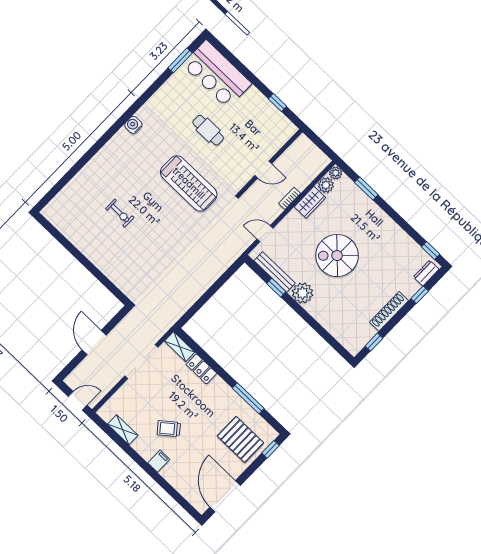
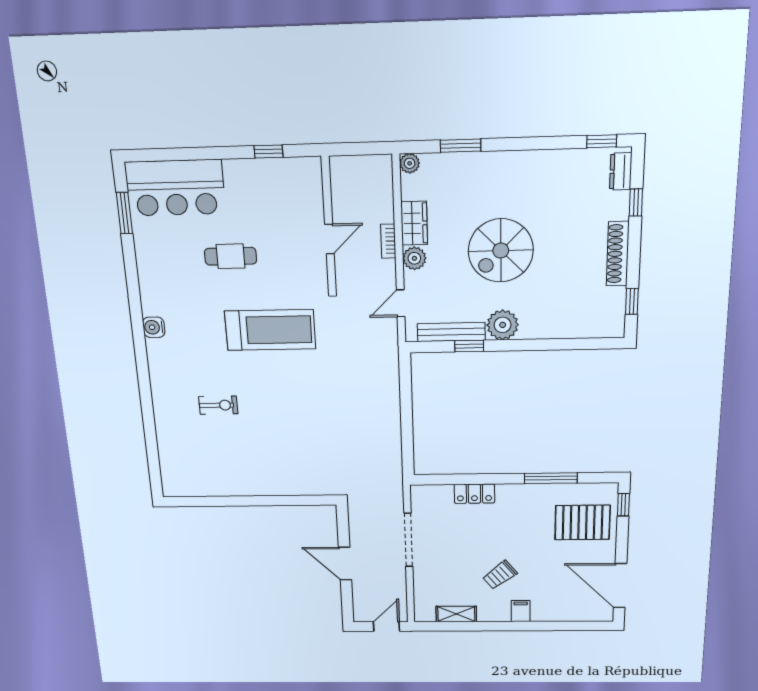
plant: (326, 185) -> (414, 258), moved
exercise bike: (120, 213) -> (218, 405), moved
shelving: (180, 347) -> (431, 493), removed

